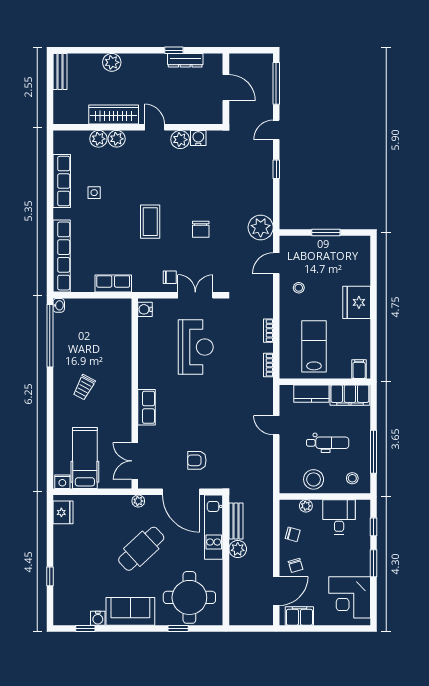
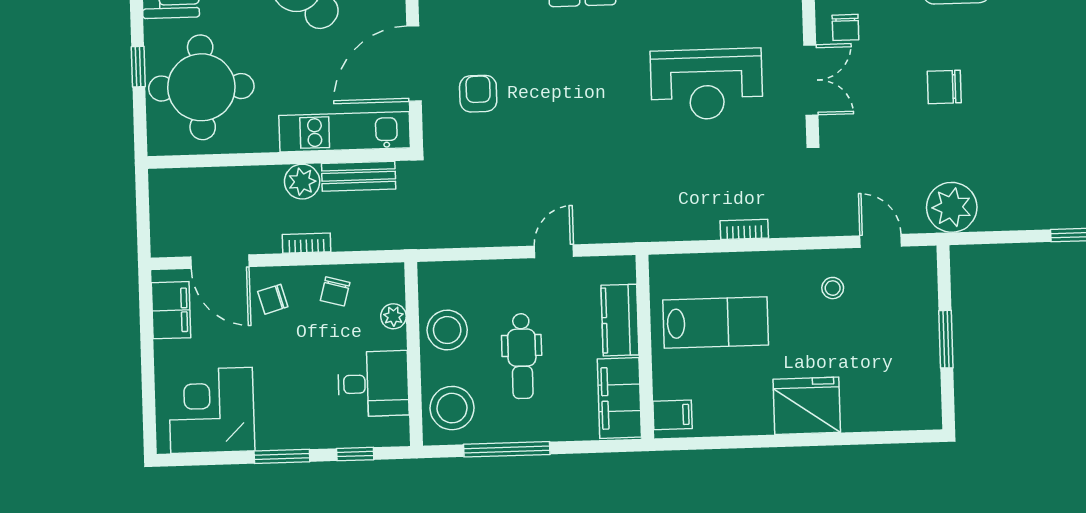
bookcase: (268, 365) -> (307, 243), moved
stool: (352, 478) -> (452, 408), width x1.89, depth x1.89

